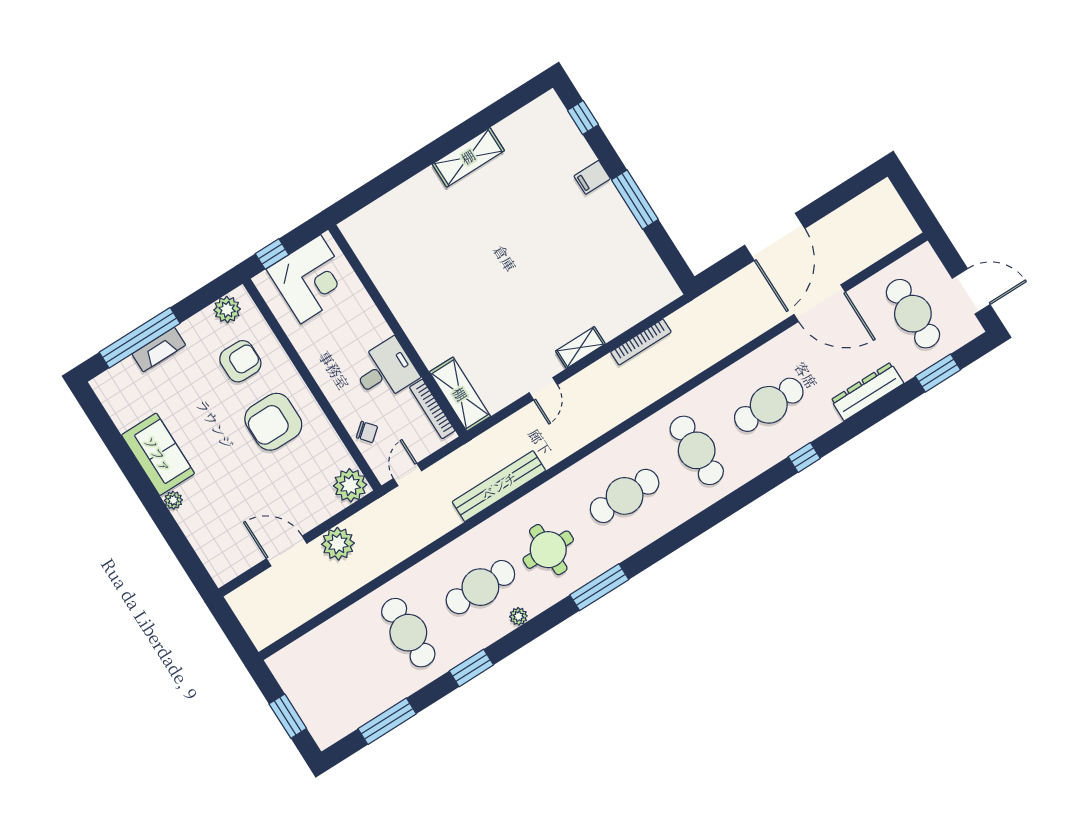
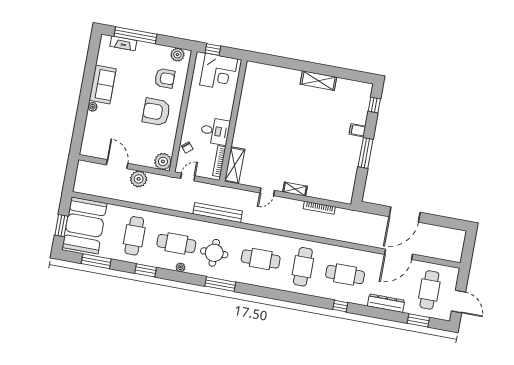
door: (820, 303) -> (398, 254), hinge flipped
fireplace: (159, 350) -> (123, 43), moved
booth: (322, 684) -> (85, 225), added

